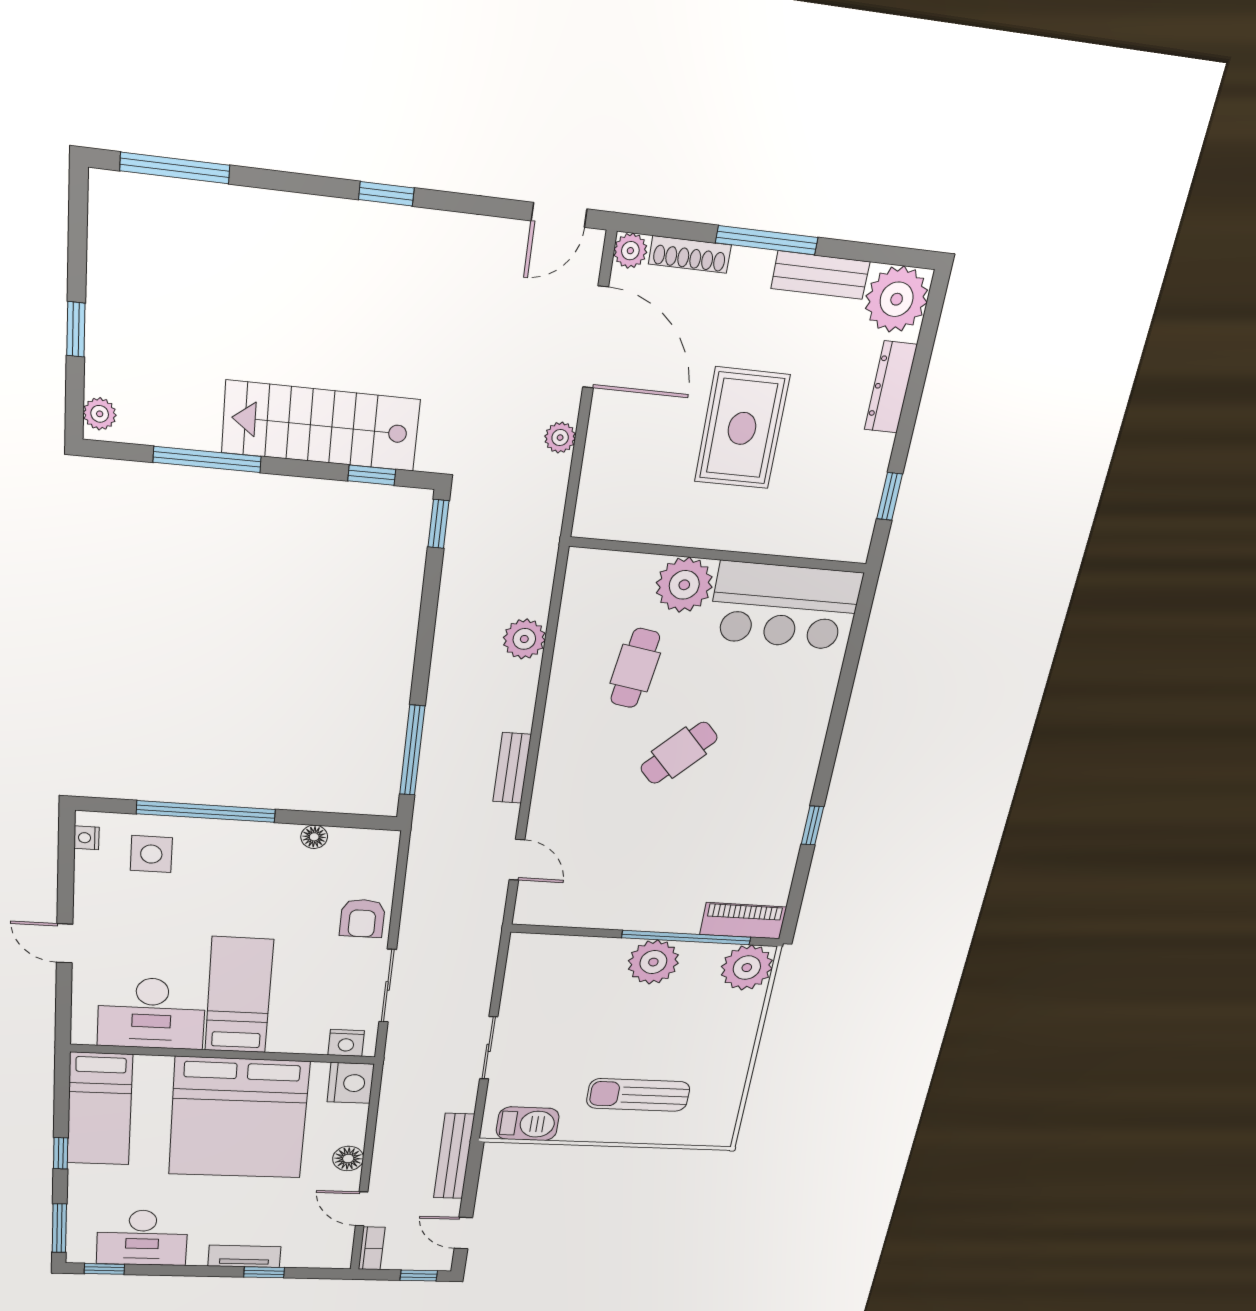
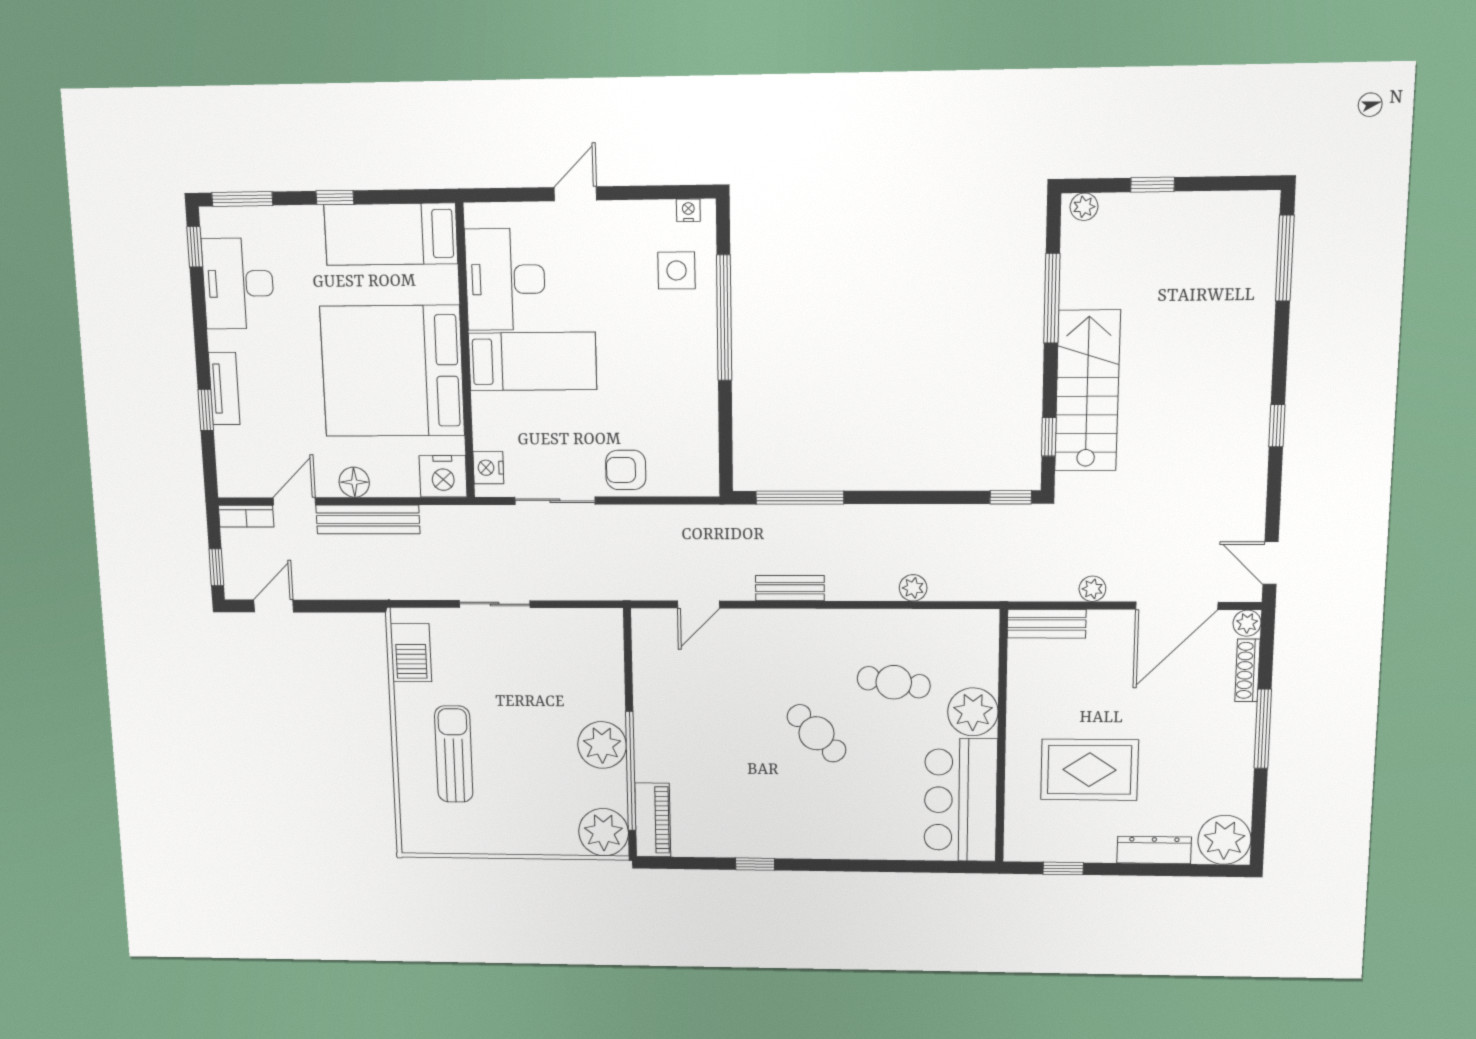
bench: (820, 275) -> (1047, 624), moved, turned 90
rug: (742, 428) -> (1089, 770), moved
plant: (524, 639) -> (913, 588), width x0.73, depth x0.73
floor lamp: (314, 837) -> (707, 418), removed
bench: (454, 1156) -> (368, 520), moved

